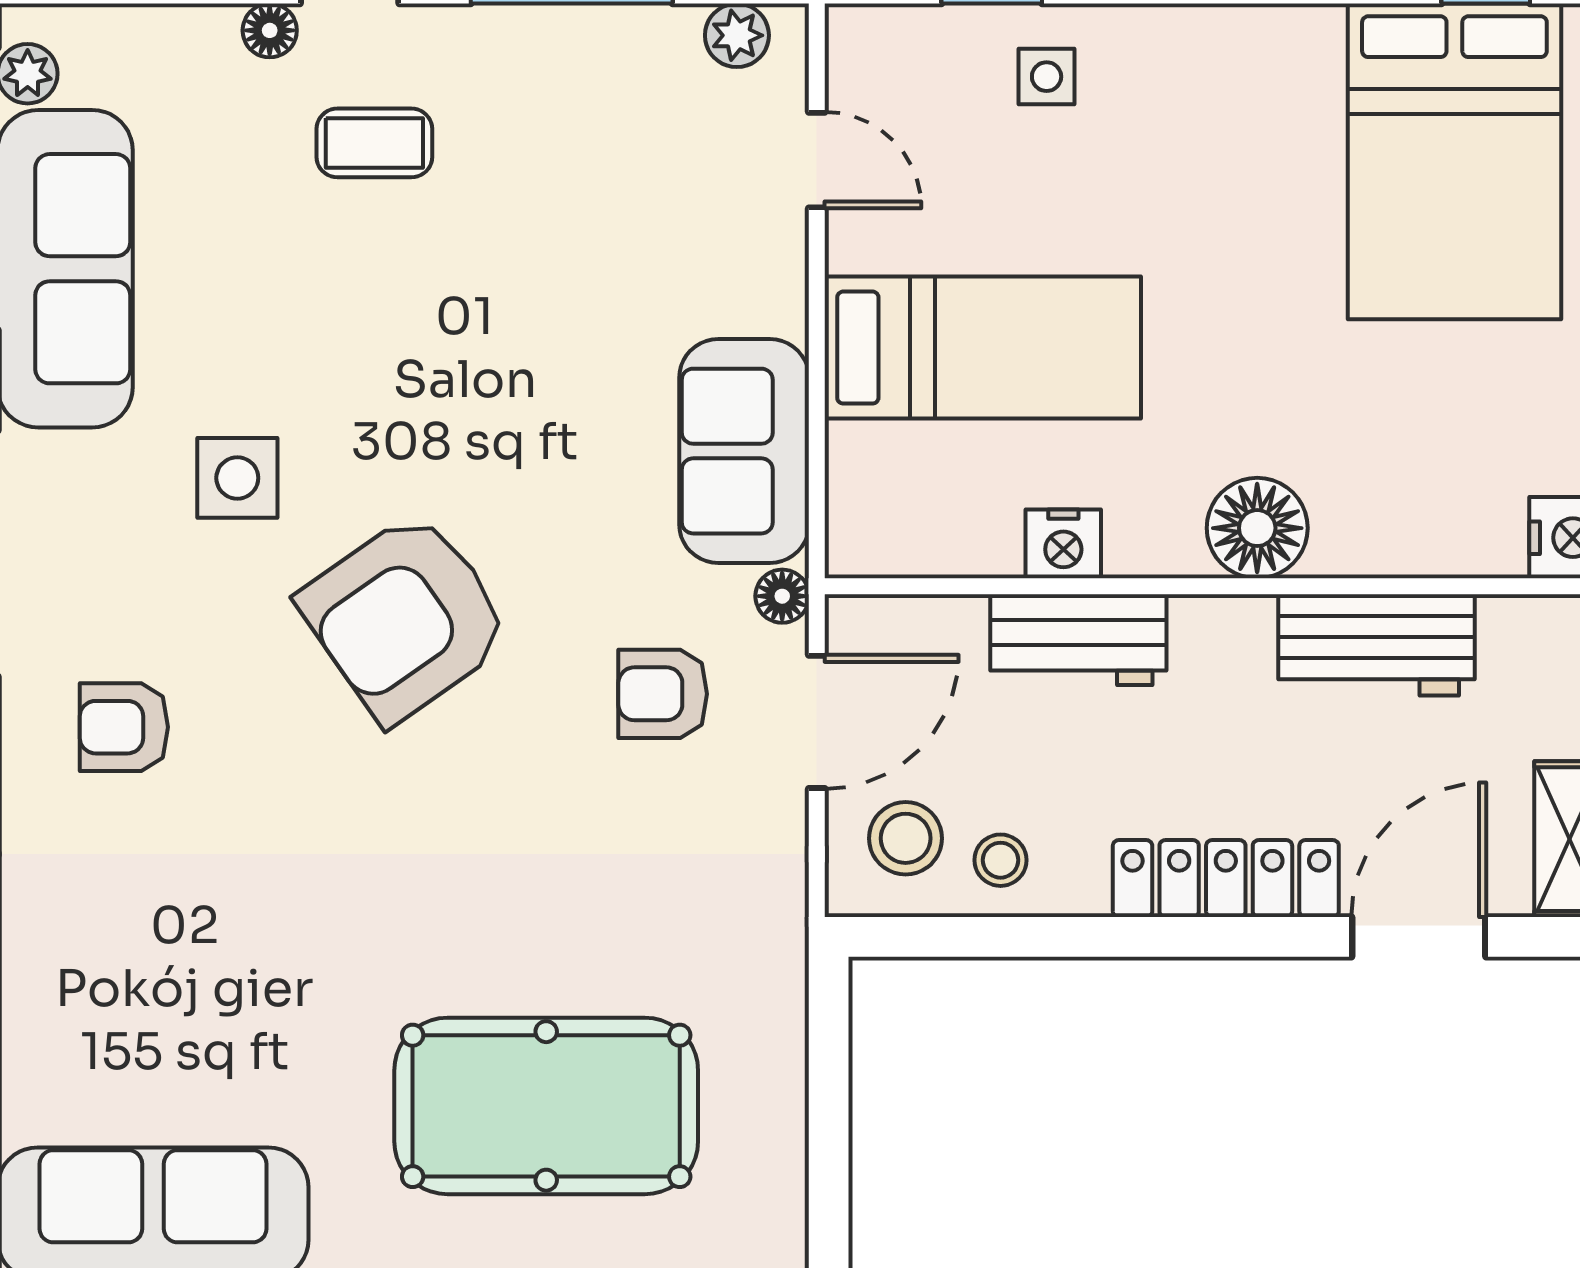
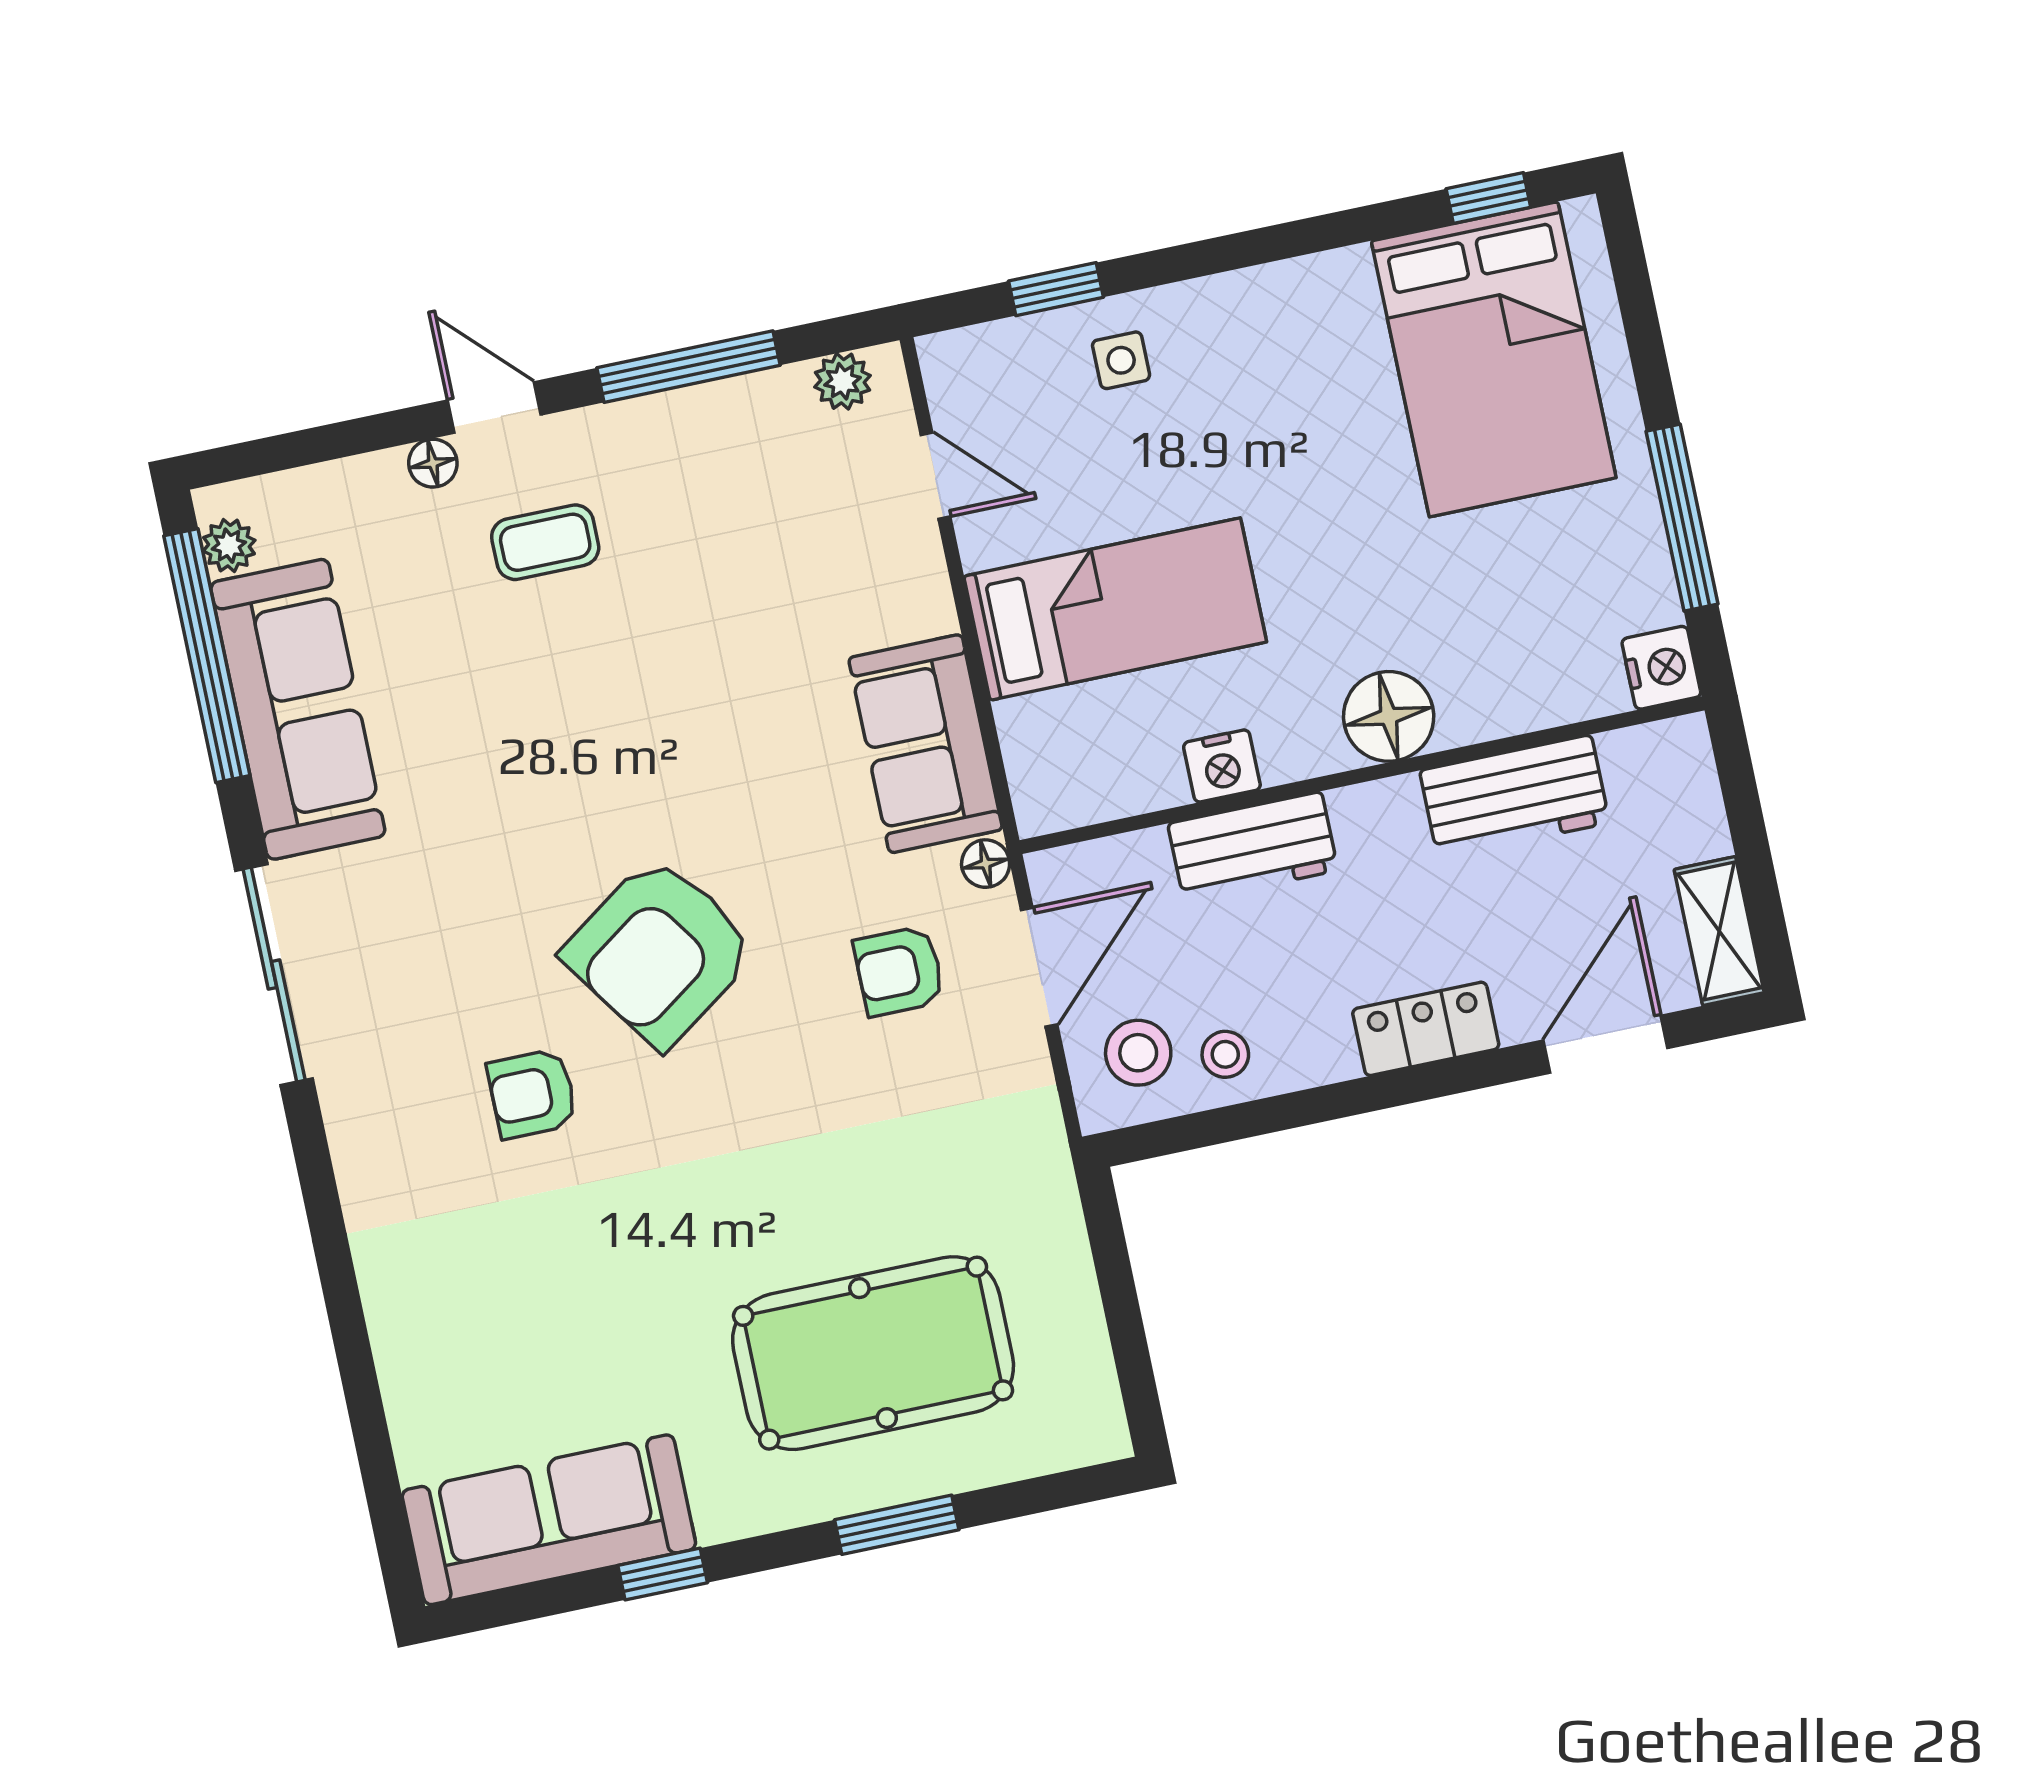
side table: (237, 478) -> (487, 861), removed
armchair: (124, 727) -> (532, 1094), moved
locker: (1226, 879) -> (1426, 1029), width x0.66

